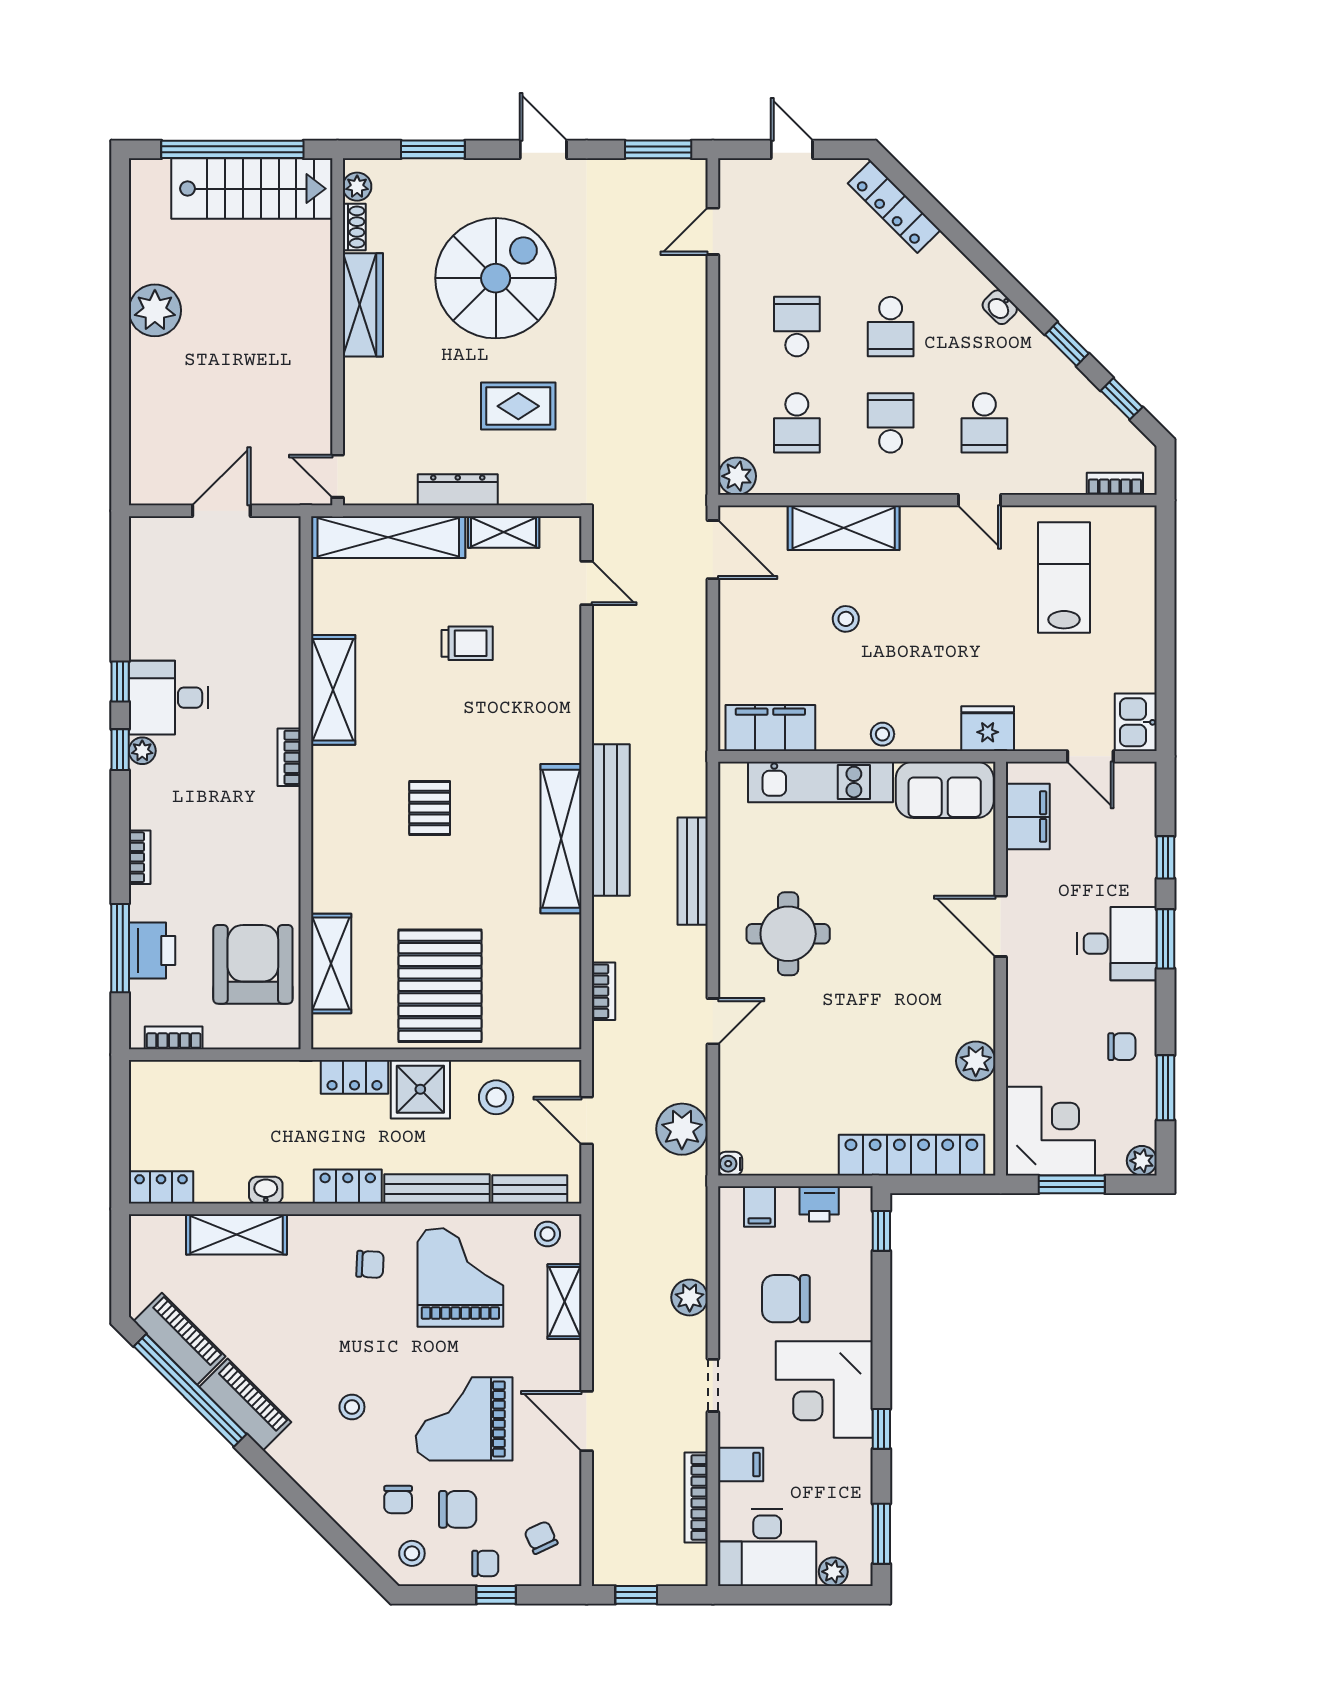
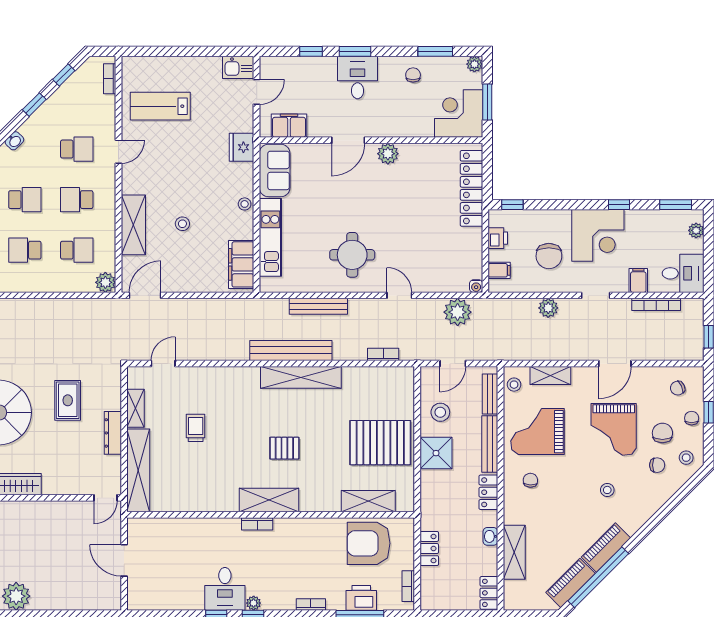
shelving: (333, 690) -> (269, 500), moved
plant: (976, 1061) -> (388, 154), moved
locker: (354, 1077) -> (429, 549), moved
desk: (767, 1548) -> (683, 273), width x0.73

